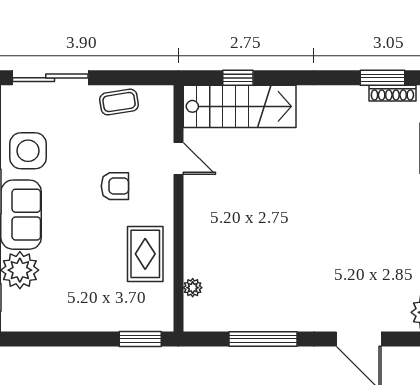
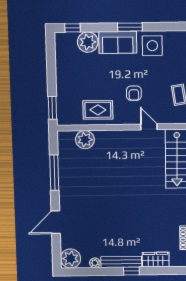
door: (178, 158) -> (149, 127), swing flipped
plant: (193, 288) -> (85, 140), width x1.87, depth x1.87

